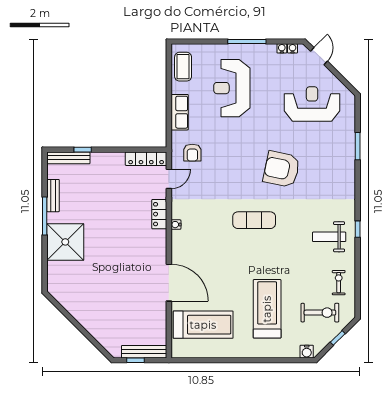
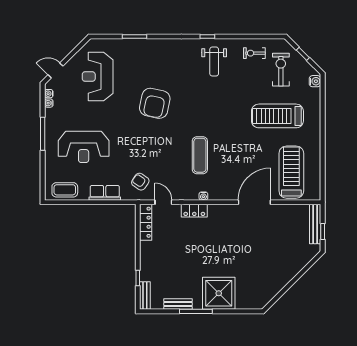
armchair: (192, 153) -> (140, 182), turned -145
bench: (68, 158) -> (145, 296), width x0.73
exercise mat: (254, 220) -> (200, 155), moved

